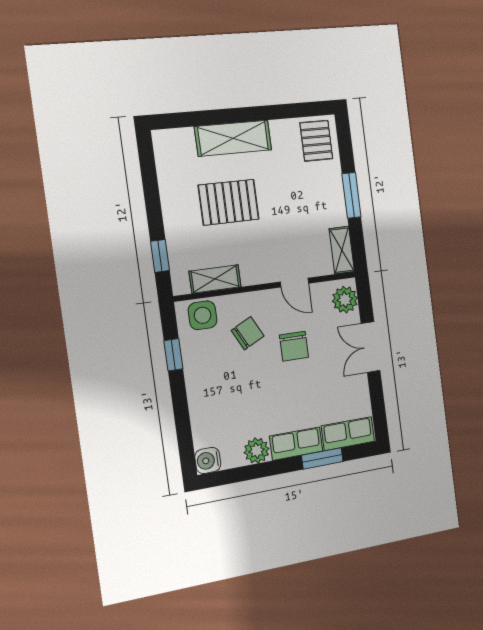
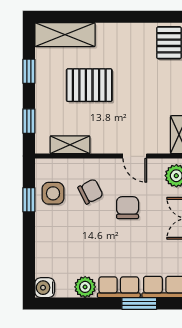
shelving: (233, 138) -> (65, 35), moved
window: (151, 193) -> (29, 71), added
side table: (203, 315) -> (53, 193), moved
chair: (294, 346) -> (128, 208), turned 180

